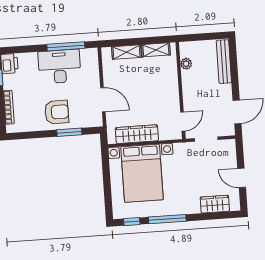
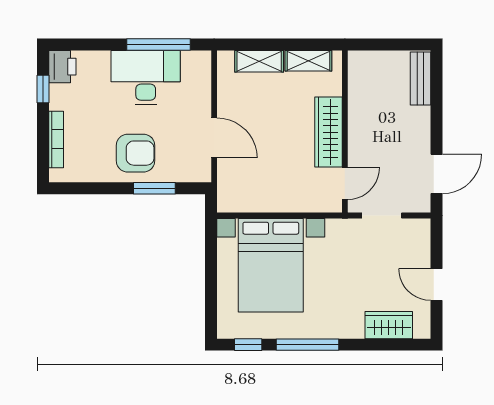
bench: (224, 62) -> (421, 79), width x0.73
plant: (186, 64) -> (357, 87), removed
wardrobe: (137, 134) -> (328, 132), moved, turned -90

